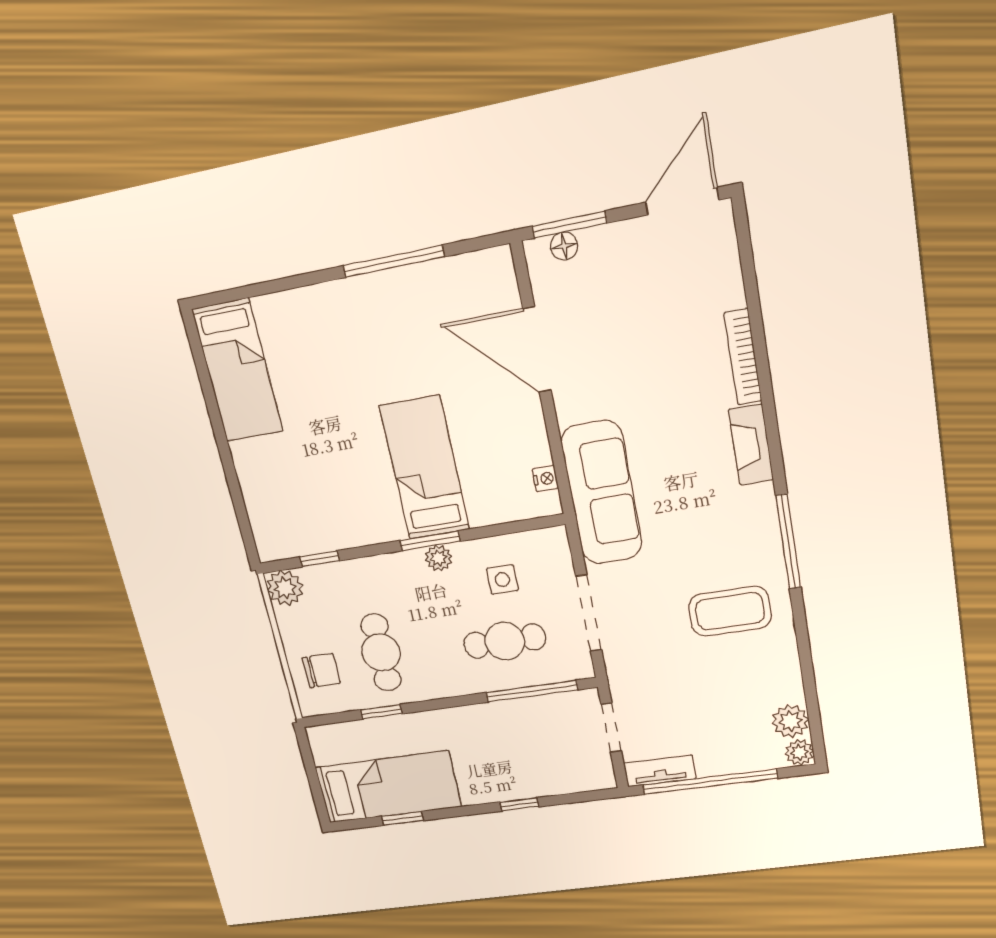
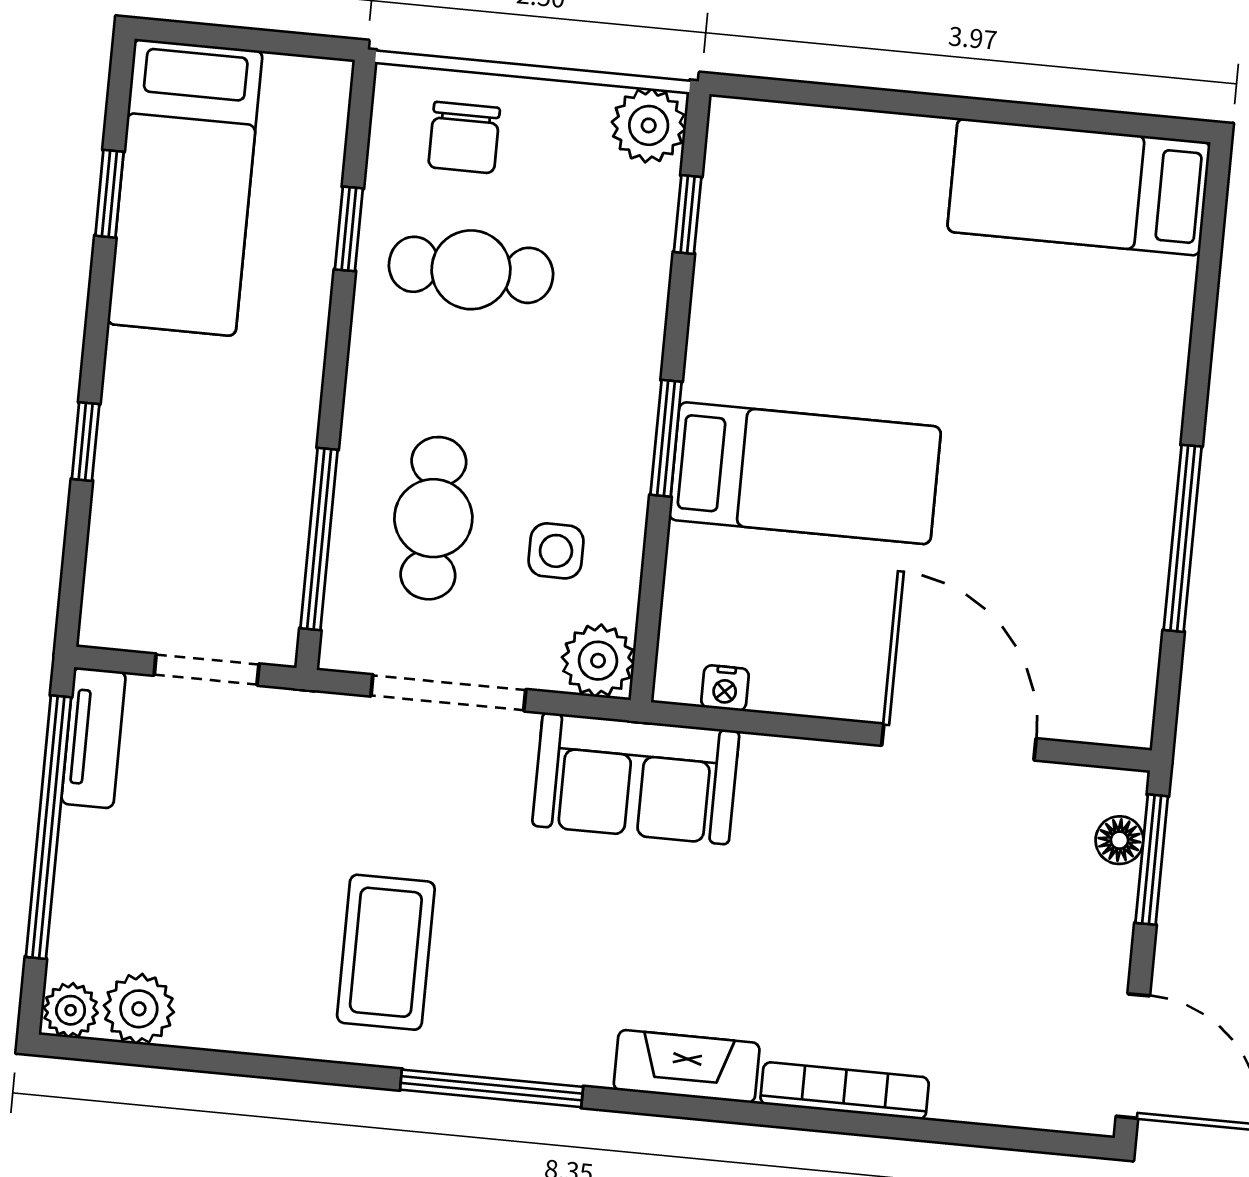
door: (537, 350) -> (959, 742), hinge flipped
sofa: (602, 493) -> (636, 778), width x0.73
plant: (439, 558) -> (598, 661), moved, width x1.38, depth x1.38

